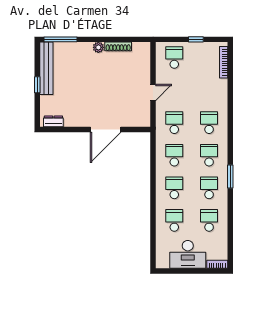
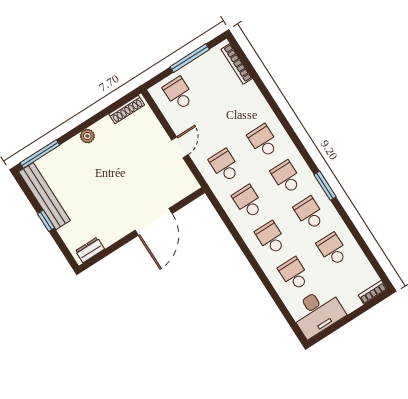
window: (196, 39) -> (190, 58), width x2.17
shoe rack: (118, 46) -> (127, 109), moved
desk: (188, 254) -> (317, 312), moved

